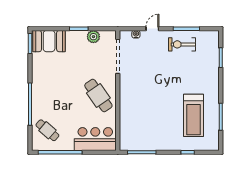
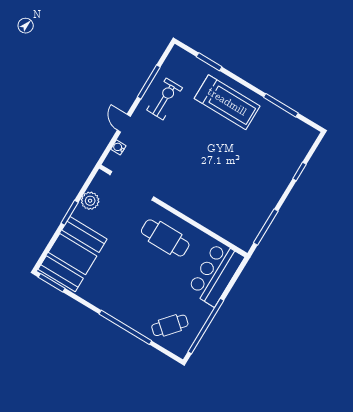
booth: (49, 41) -> (73, 254), width x1.36, depth x1.42
exercise bike: (182, 44) -> (165, 99), turned 180
cafe table: (98, 96) -> (165, 238), turned 35
treadmill: (194, 115) -> (227, 102), moved

